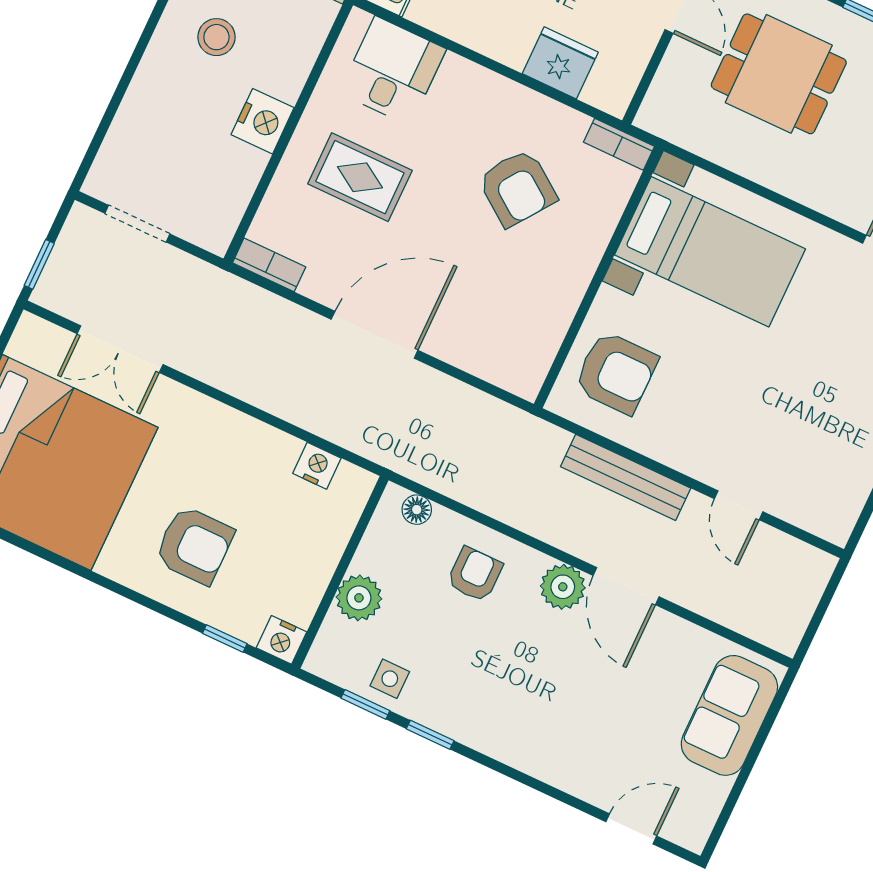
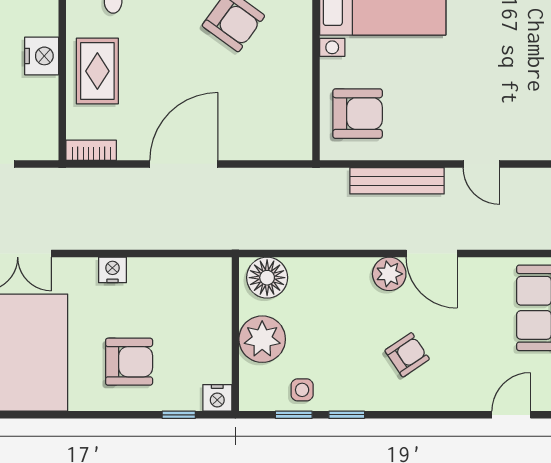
rug: (360, 177) -> (97, 71), moved, turned 90
nightstand: (317, 466) -> (112, 270), moved
floor lamp: (417, 510) -> (267, 278), width x1.89, depth x1.89
armchair: (475, 574) -> (407, 355), moved, turned 56
plant: (359, 598) -> (262, 339), width x1.36, depth x1.36

